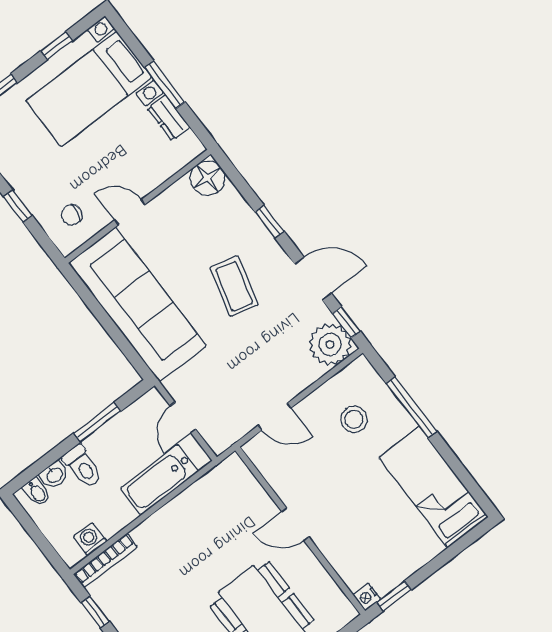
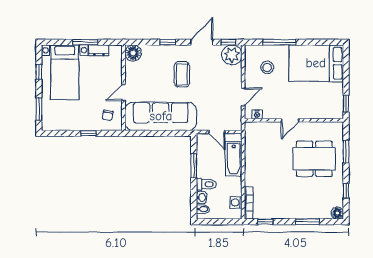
coffee table: (234, 286) -> (182, 74), turned 75
bed: (433, 487) -> (316, 63), width x1.50
nightstand: (367, 597) -> (257, 114), moved

